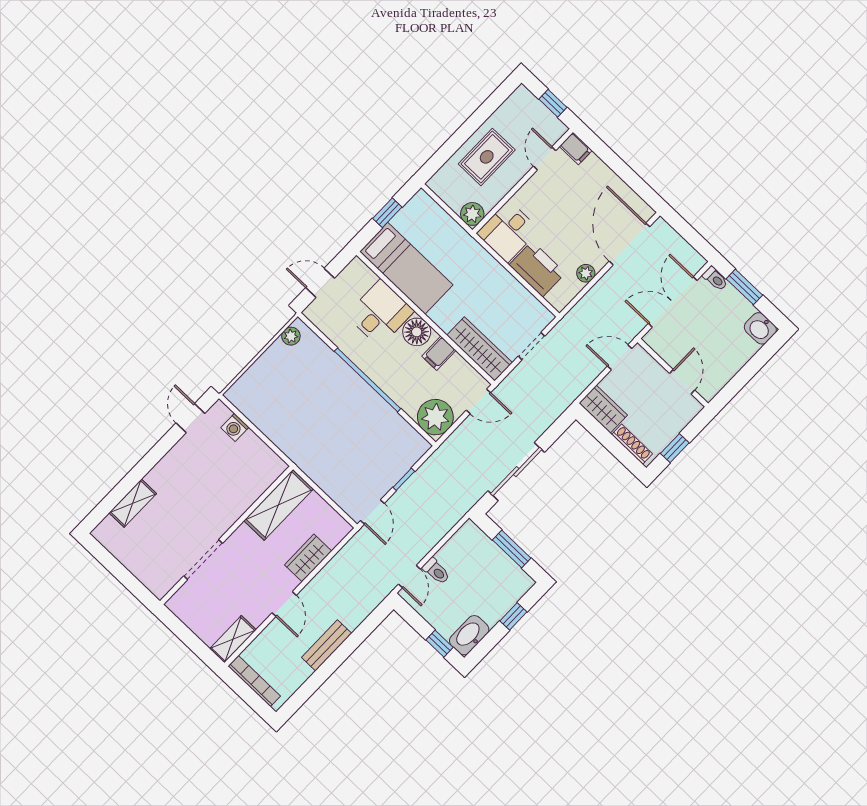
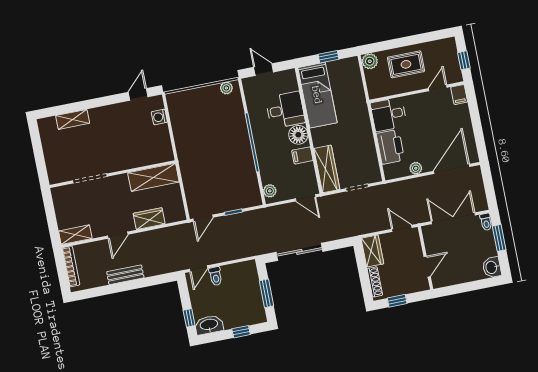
plant: (472, 214) -> (370, 61), moved
plant: (435, 417) -> (270, 191), width x0.53, depth x0.53

